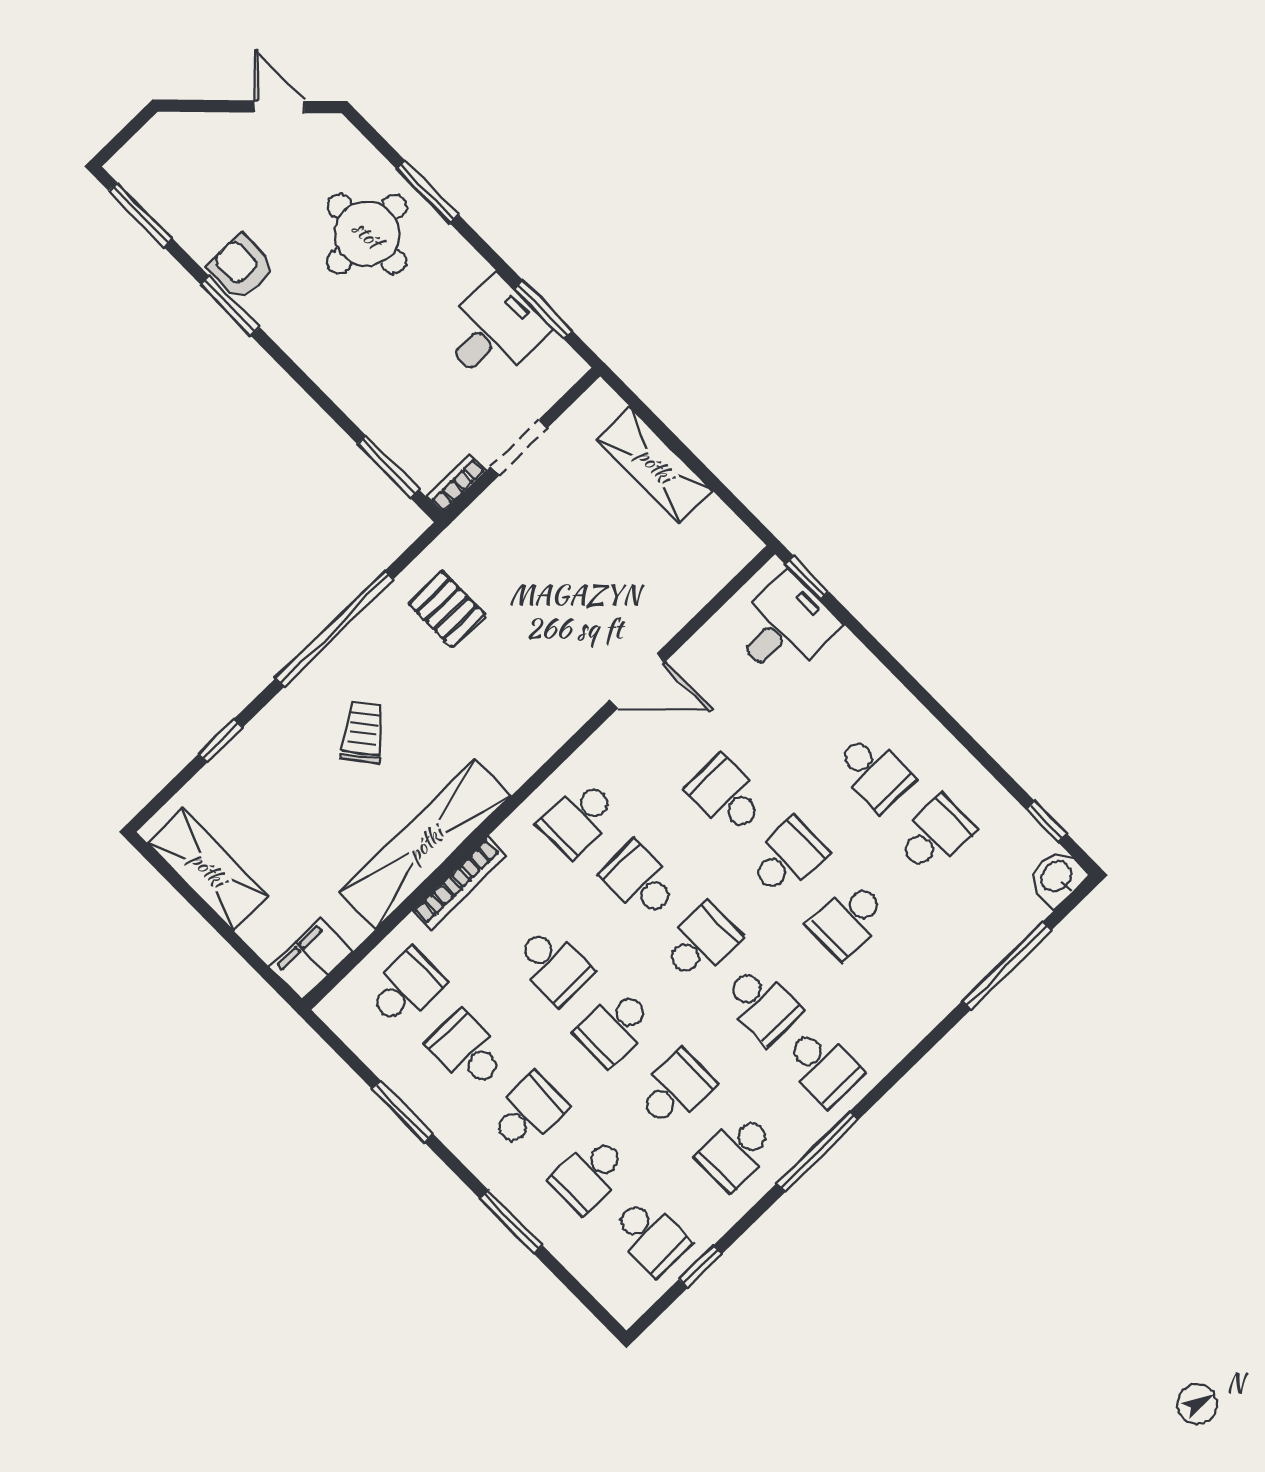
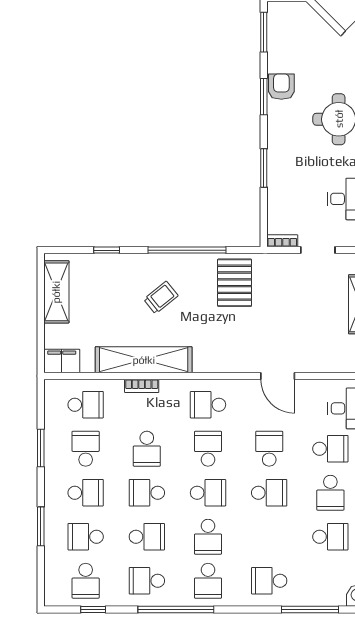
window: (388, 467) -> (264, 168), moved
pallet: (447, 609) -> (235, 283), width x1.50, depth x1.42
school desk: (813, 710) -> (330, 449), added
bookcase: (459, 884) -> (142, 386), width x0.64
school desk: (848, 920) -> (269, 581), moved
window: (817, 1152) -> (176, 609), width x1.46

